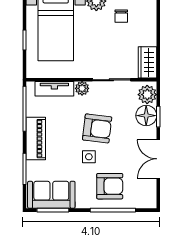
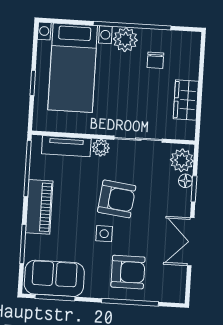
wardrobe: (147, 62) -> (186, 100), moved
floor lamp: (146, 116) -> (185, 181), width x0.53, depth x0.53

